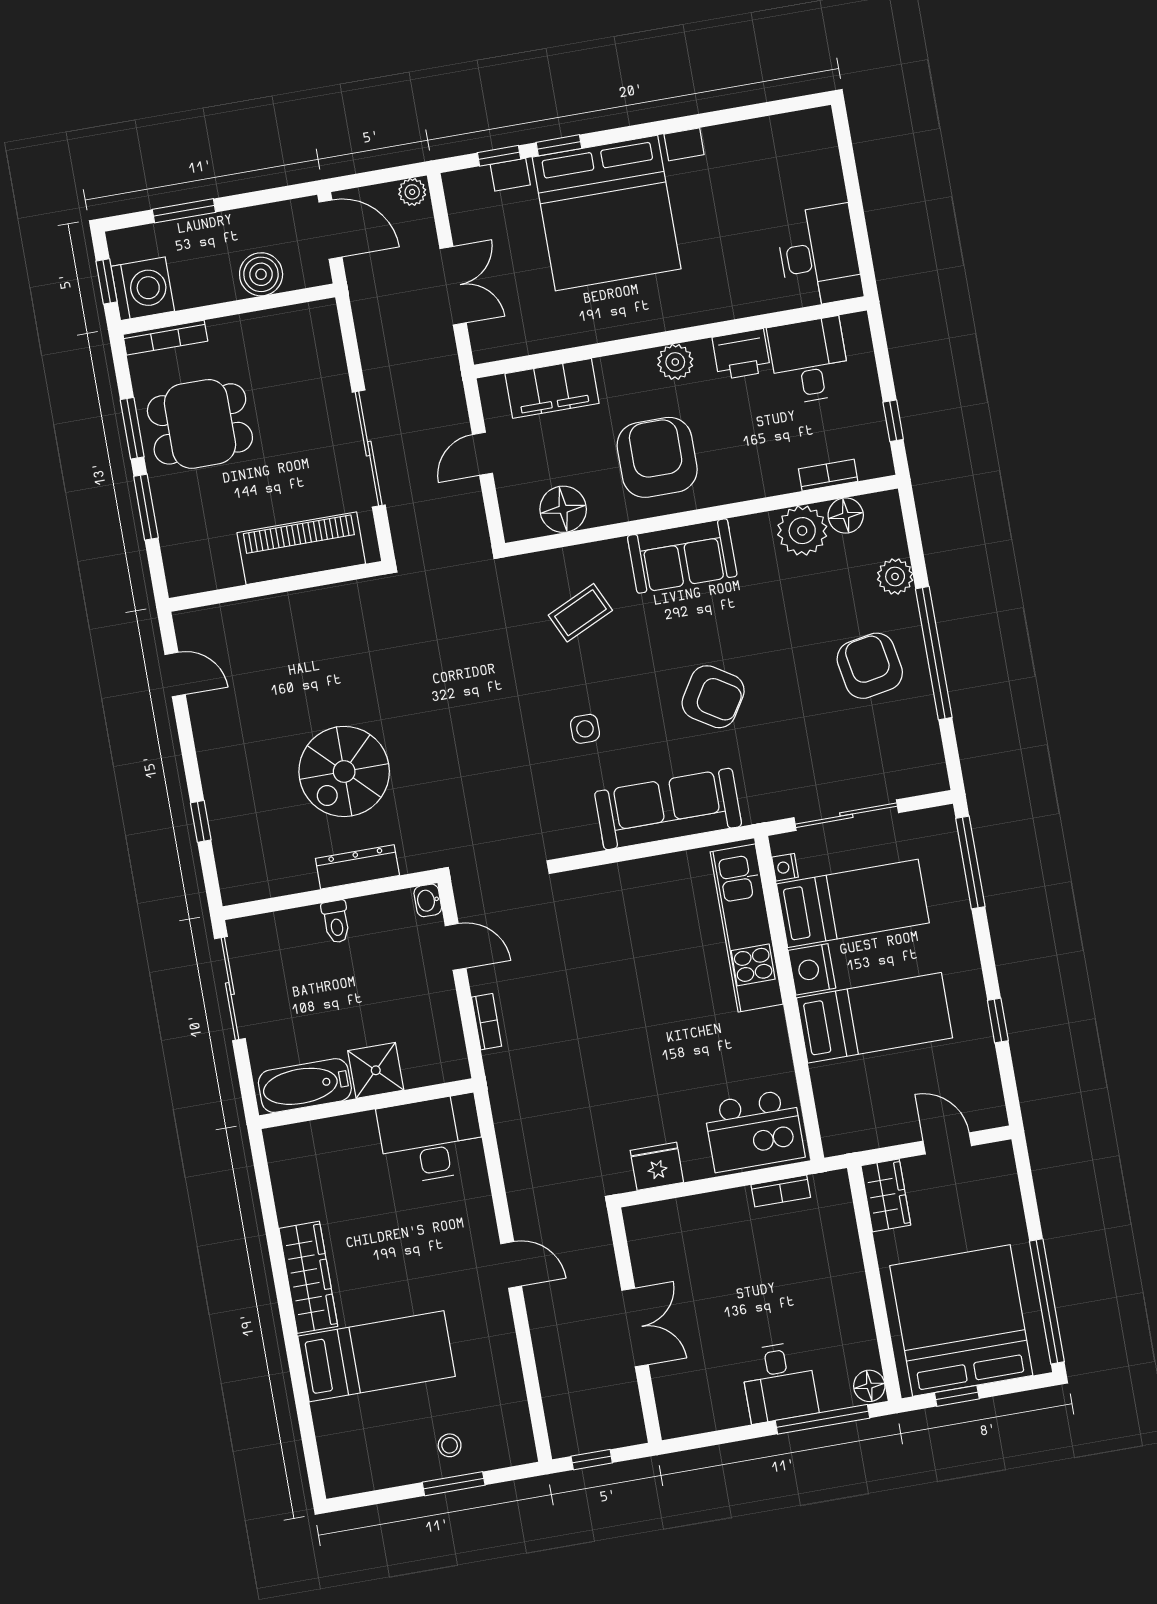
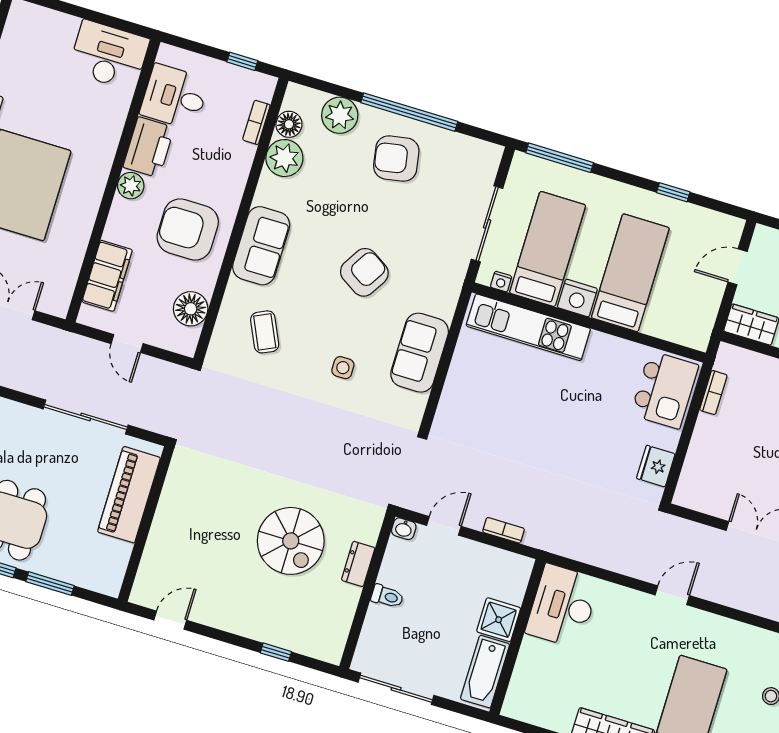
printer: (741, 354) -> (149, 147), width x1.37, depth x1.19
plant: (895, 577) -> (340, 115), width x1.36, depth x1.36
sofa: (668, 809) -> (420, 353), width x0.73
dresser: (357, 867) -> (358, 564), width x0.70

